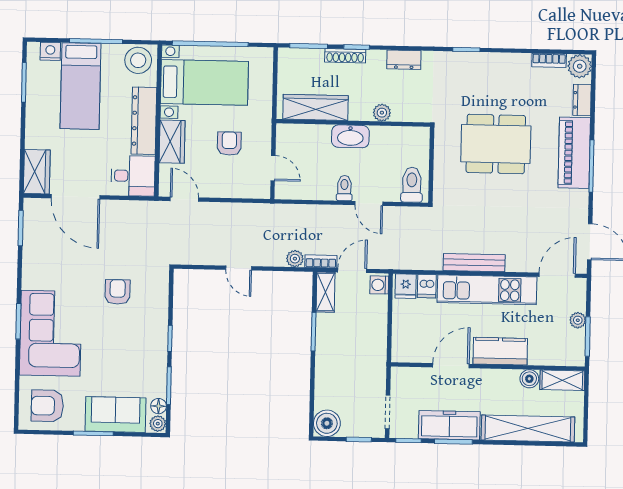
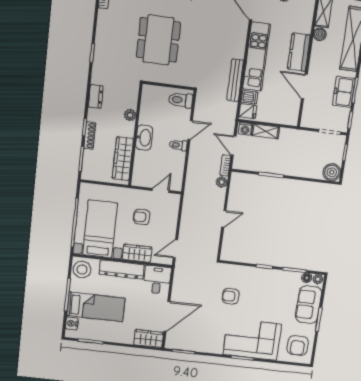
bench: (474, 263) -> (235, 80), moved
shelving: (326, 292) -> (265, 131), moved
freezer: (449, 425) -> (344, 92), width x0.71

